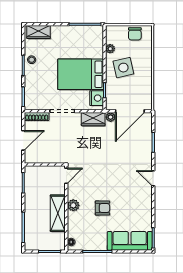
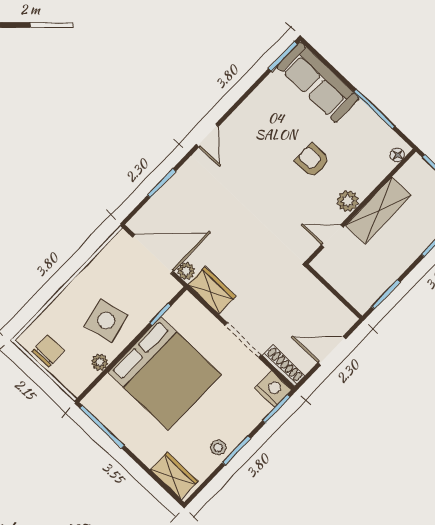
bed: (81, 74) -> (165, 373), width x1.36
nightstand: (97, 98) -> (273, 389), moved, turned 90
door: (66, 176) -> (332, 236), moved

